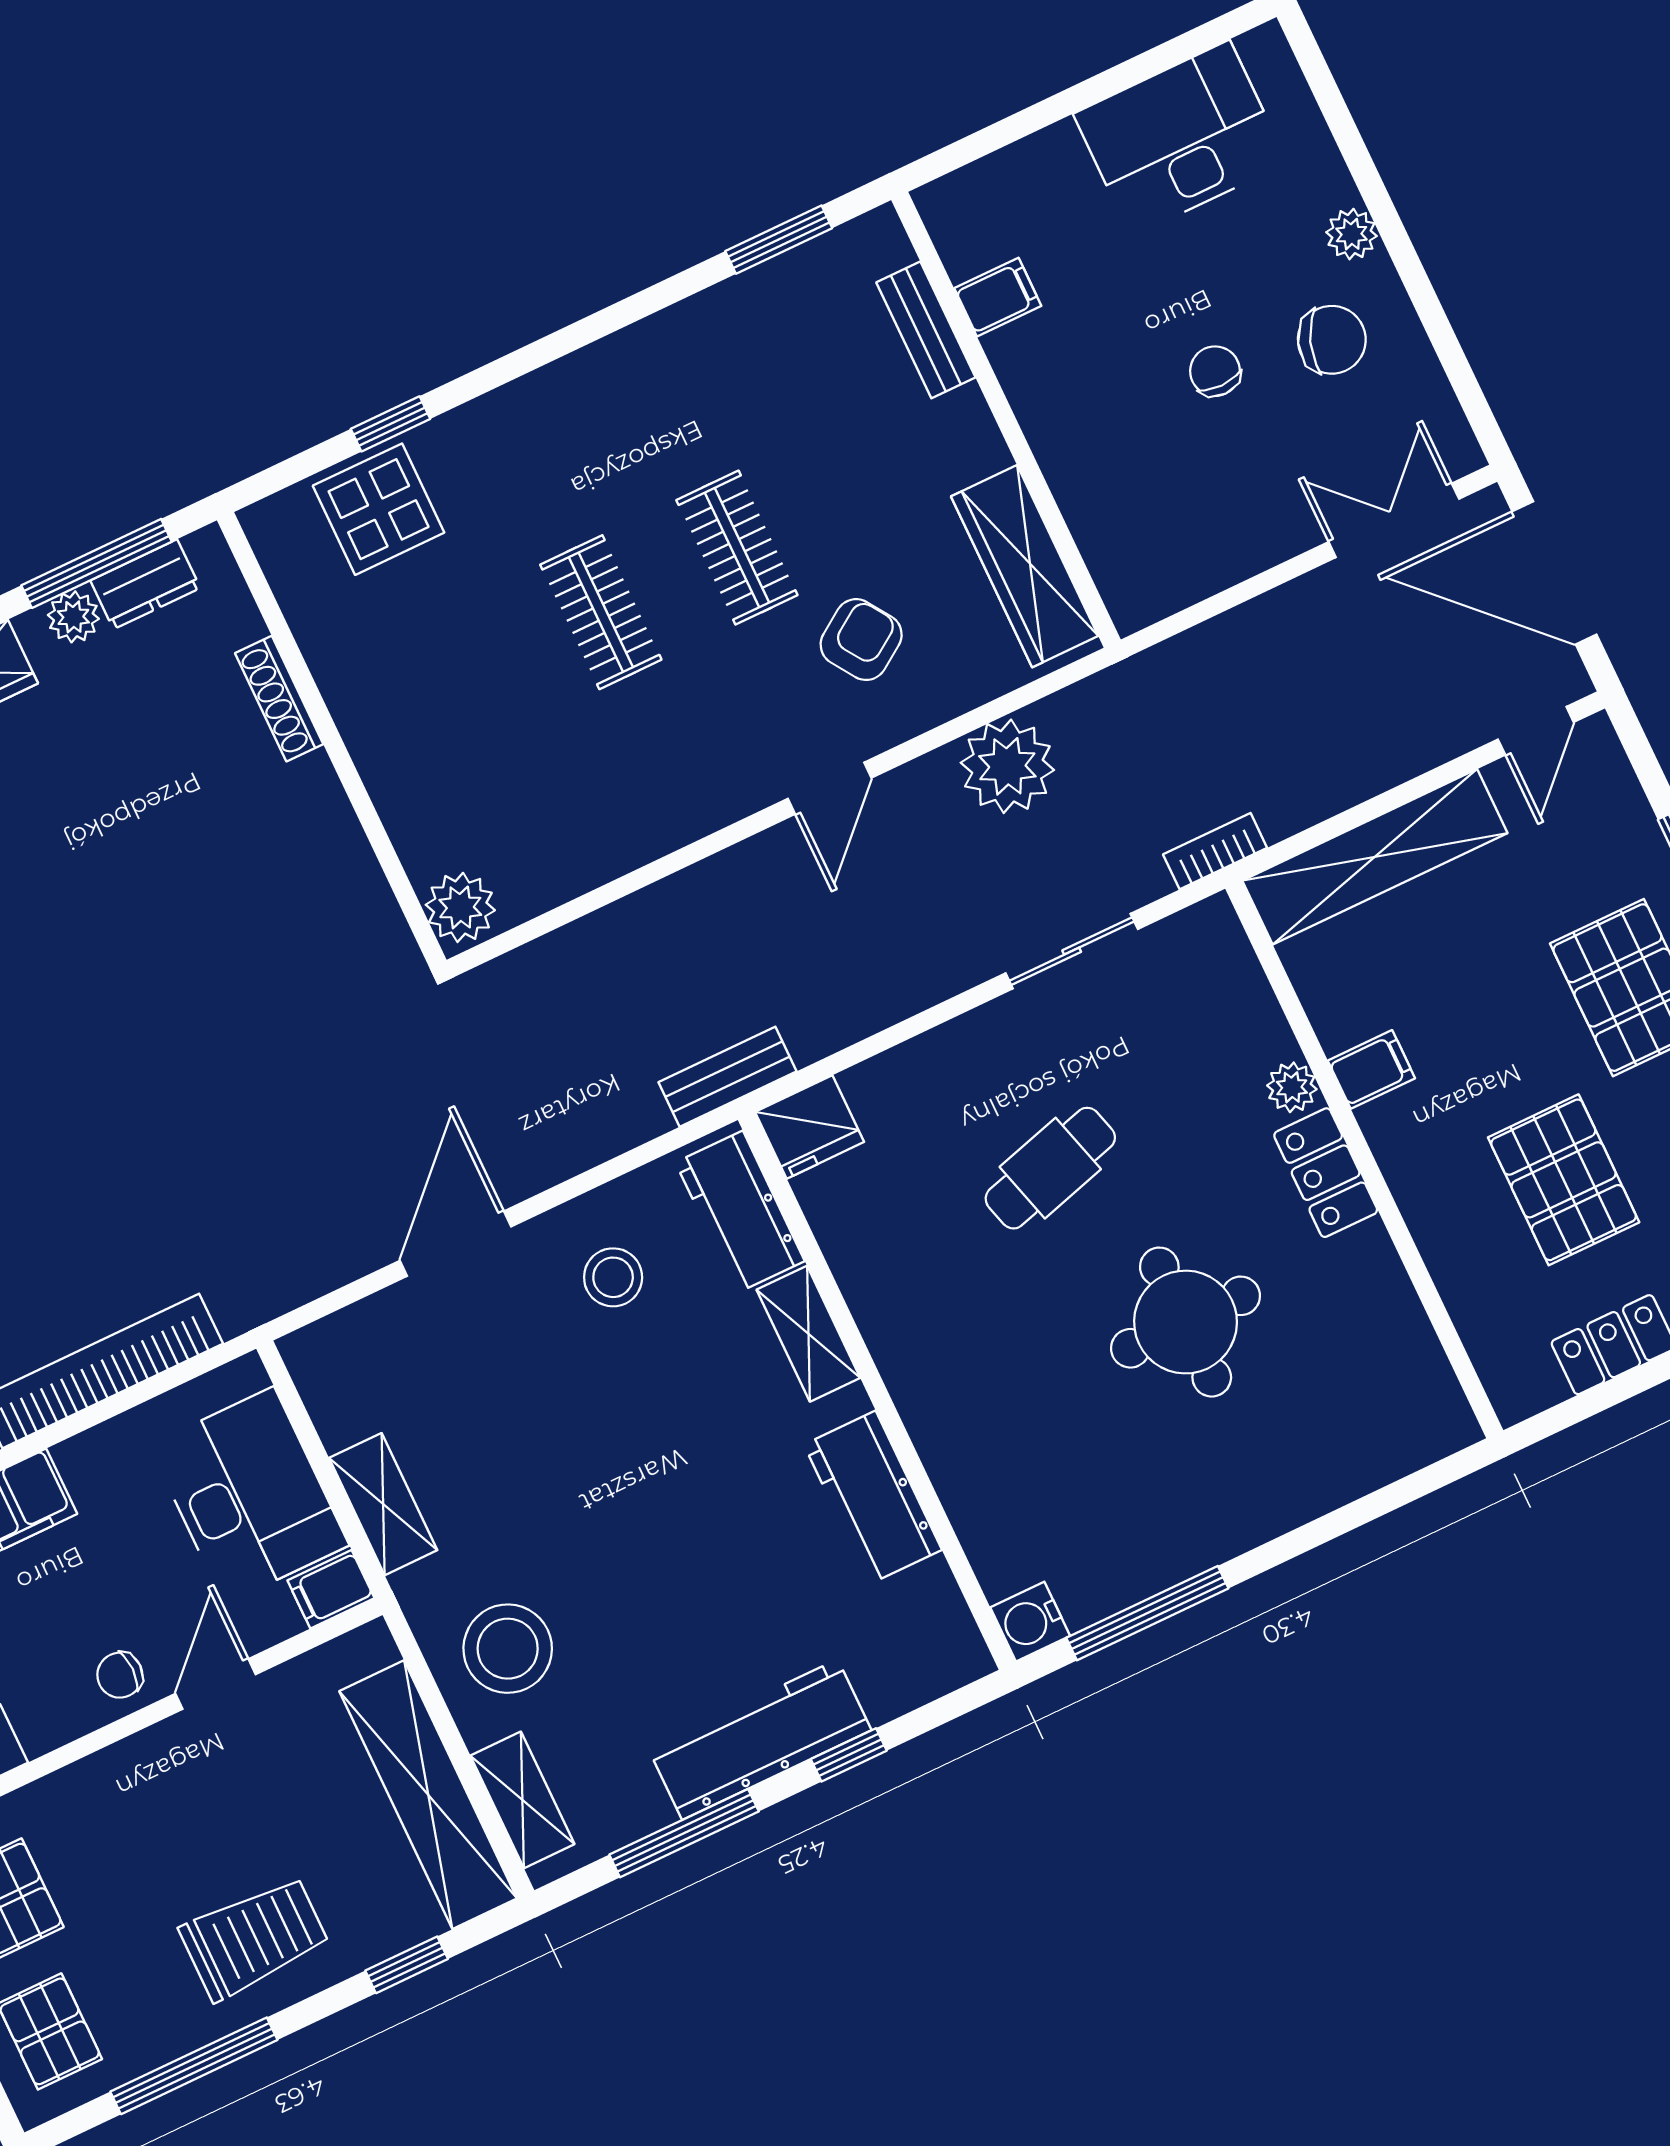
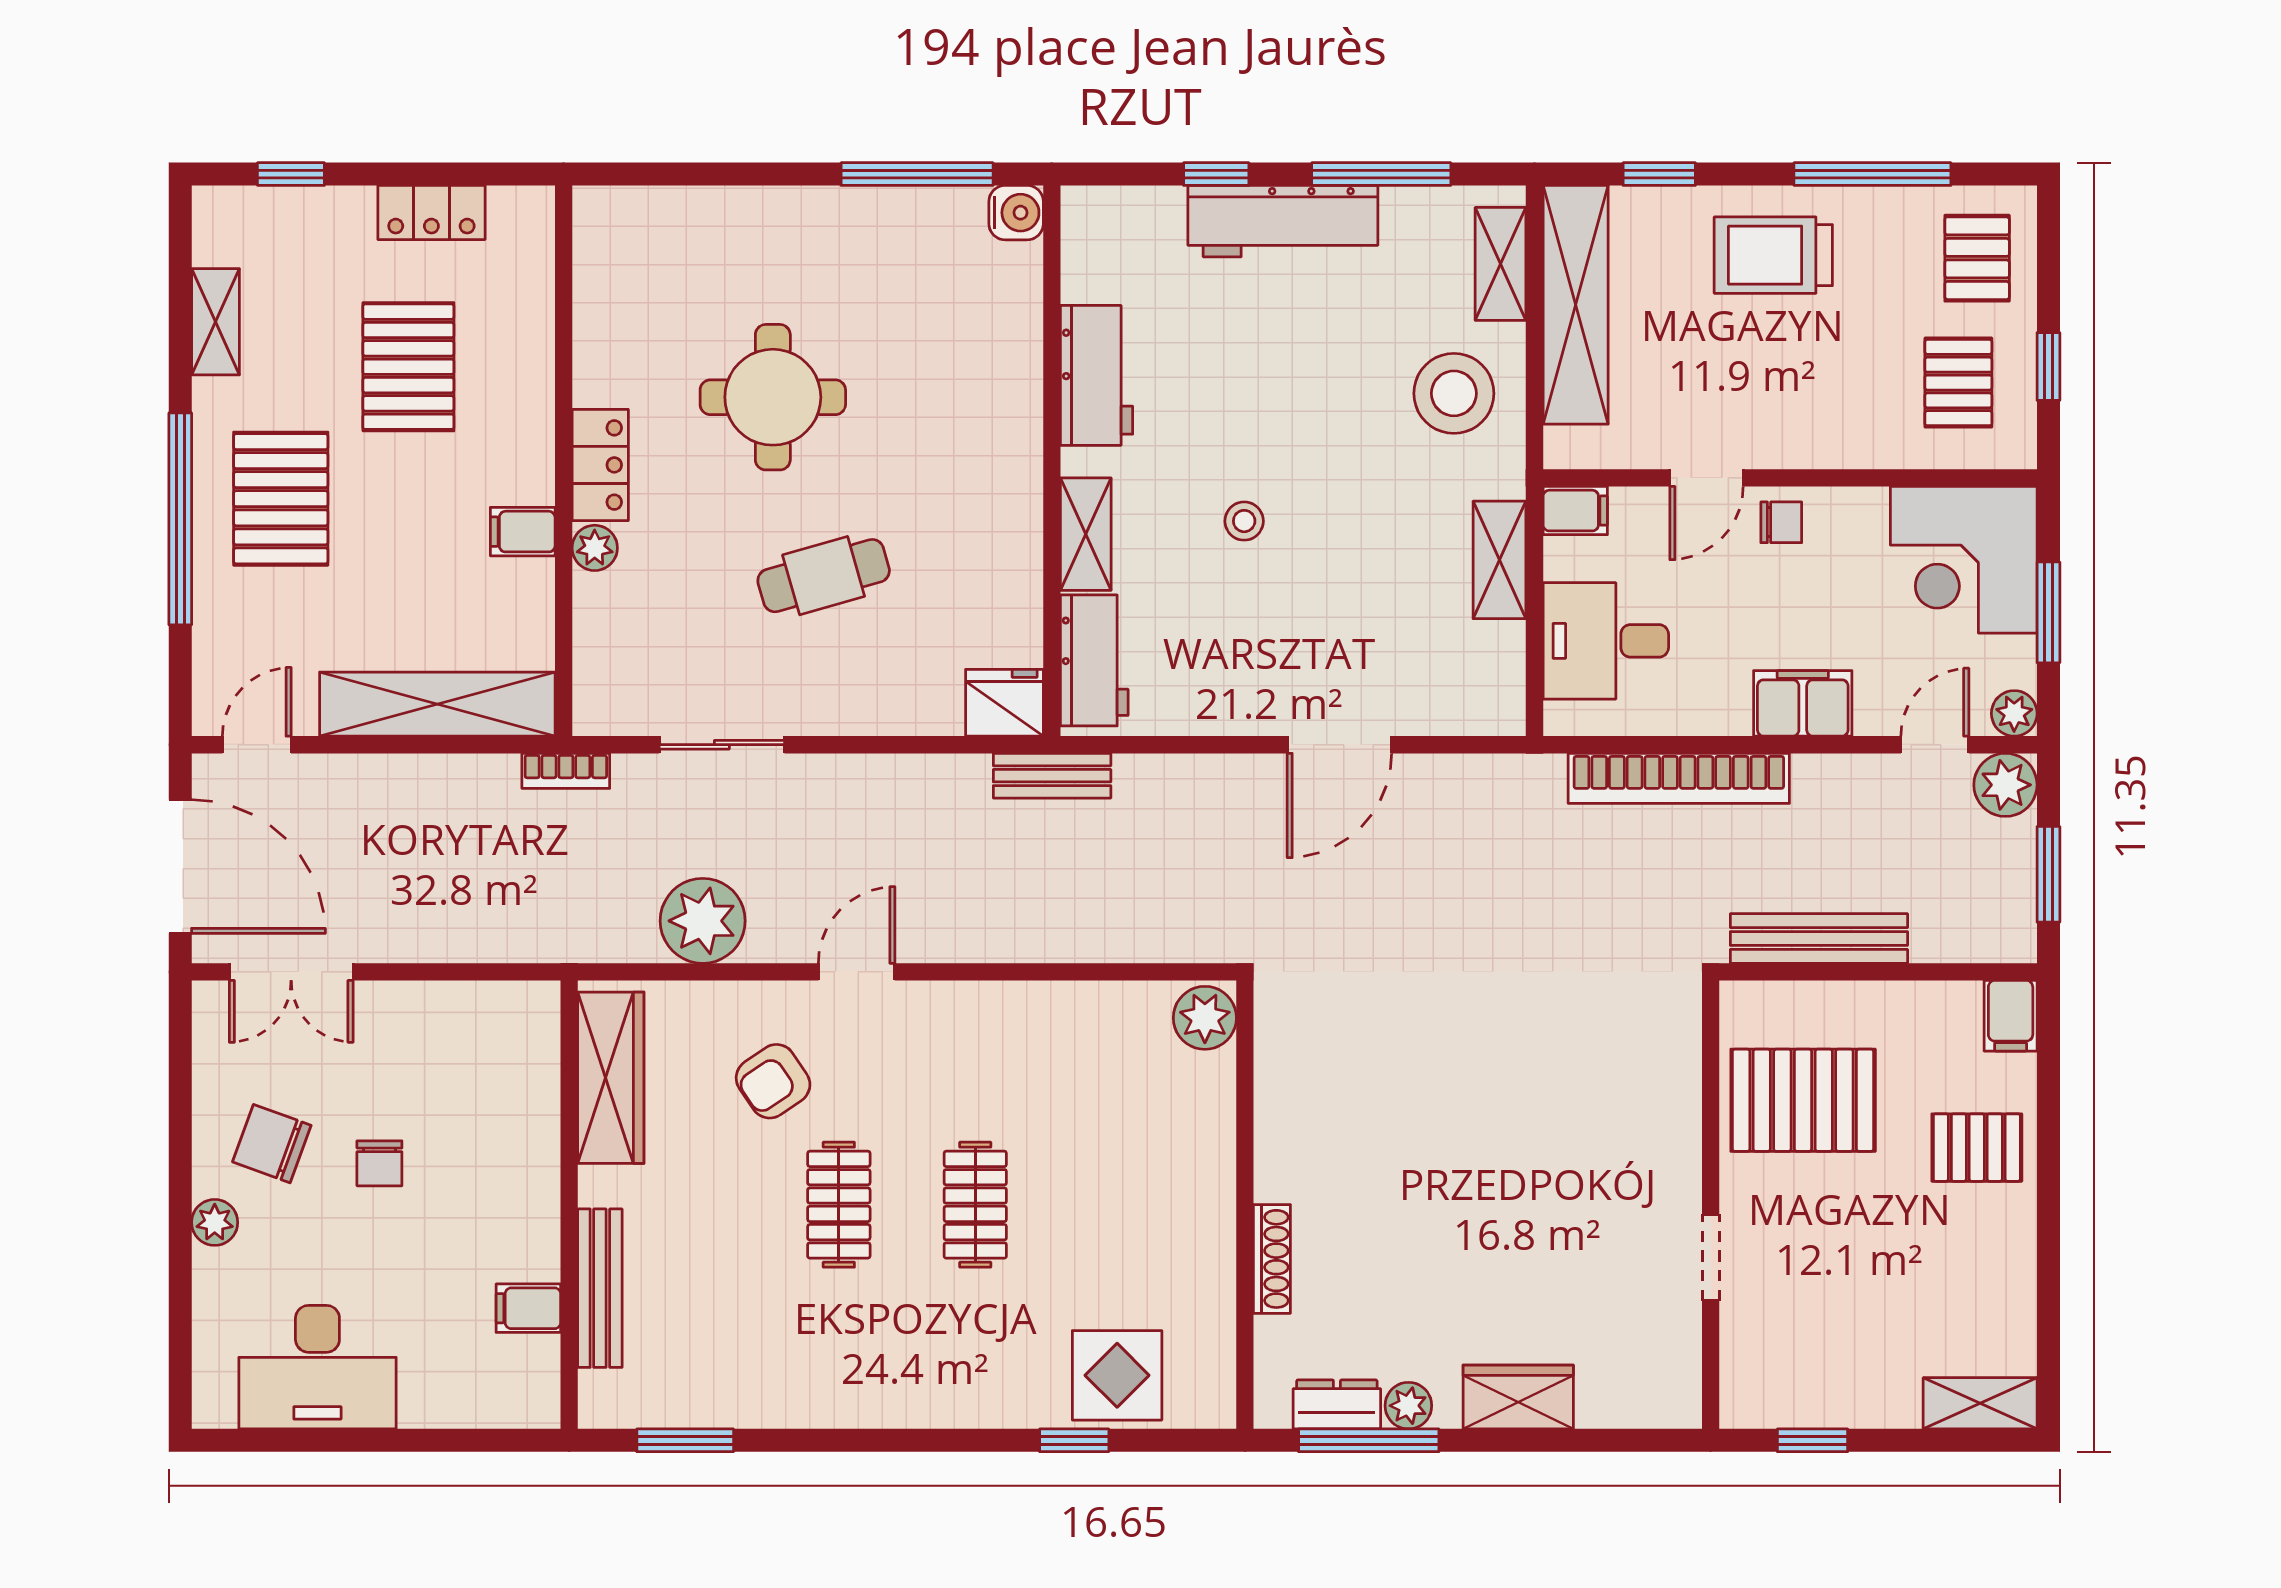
bench: (926, 330) -> (600, 1288), width x1.36
stool: (613, 1277) -> (1244, 521), moved, width x0.73, depth x0.73
desk: (249, 1495) -> (1606, 641), width x0.73

